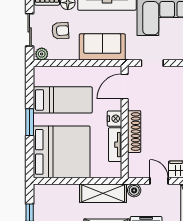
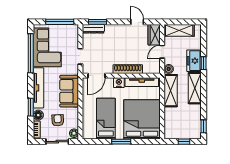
door: (125, 86) -> (96, 76), hinge flipped
tv unit: (115, 145) -> (142, 82), width x1.41

